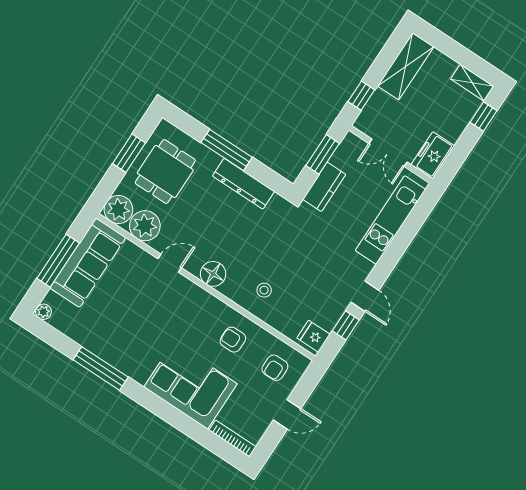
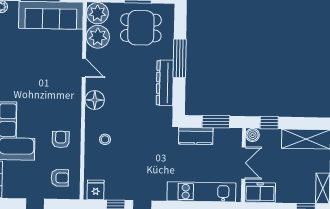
boiler: (363, 123) -> (253, 135), added
double door: (388, 153) -> (244, 163), swing flipped
armchair: (275, 368) -> (60, 178), turned 180

